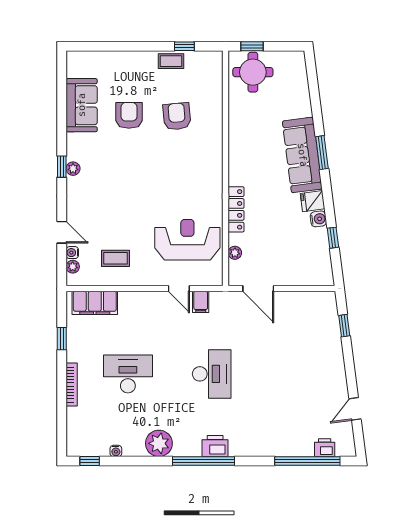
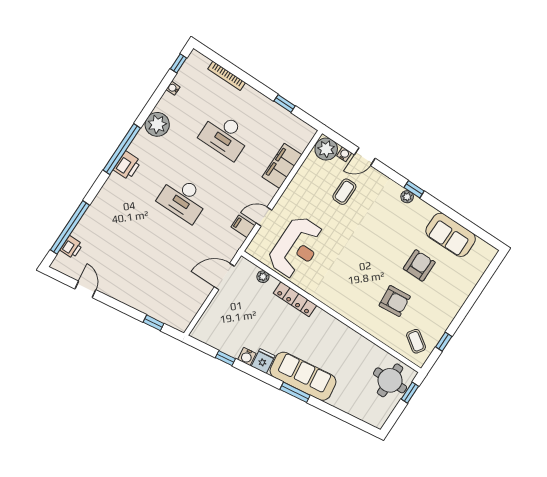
coffee table: (171, 61) -> (416, 341), moved, turned -55
armchair: (129, 115) -> (419, 265), turned -90
coffee table: (116, 258) -> (344, 192), moved
plant: (73, 267) -> (326, 149), width x1.87, depth x1.87
filing cabinet: (95, 303) -> (282, 166), moved
desk: (128, 374) -> (225, 136), turned 90
bookcase: (72, 385) -> (227, 76), moved

